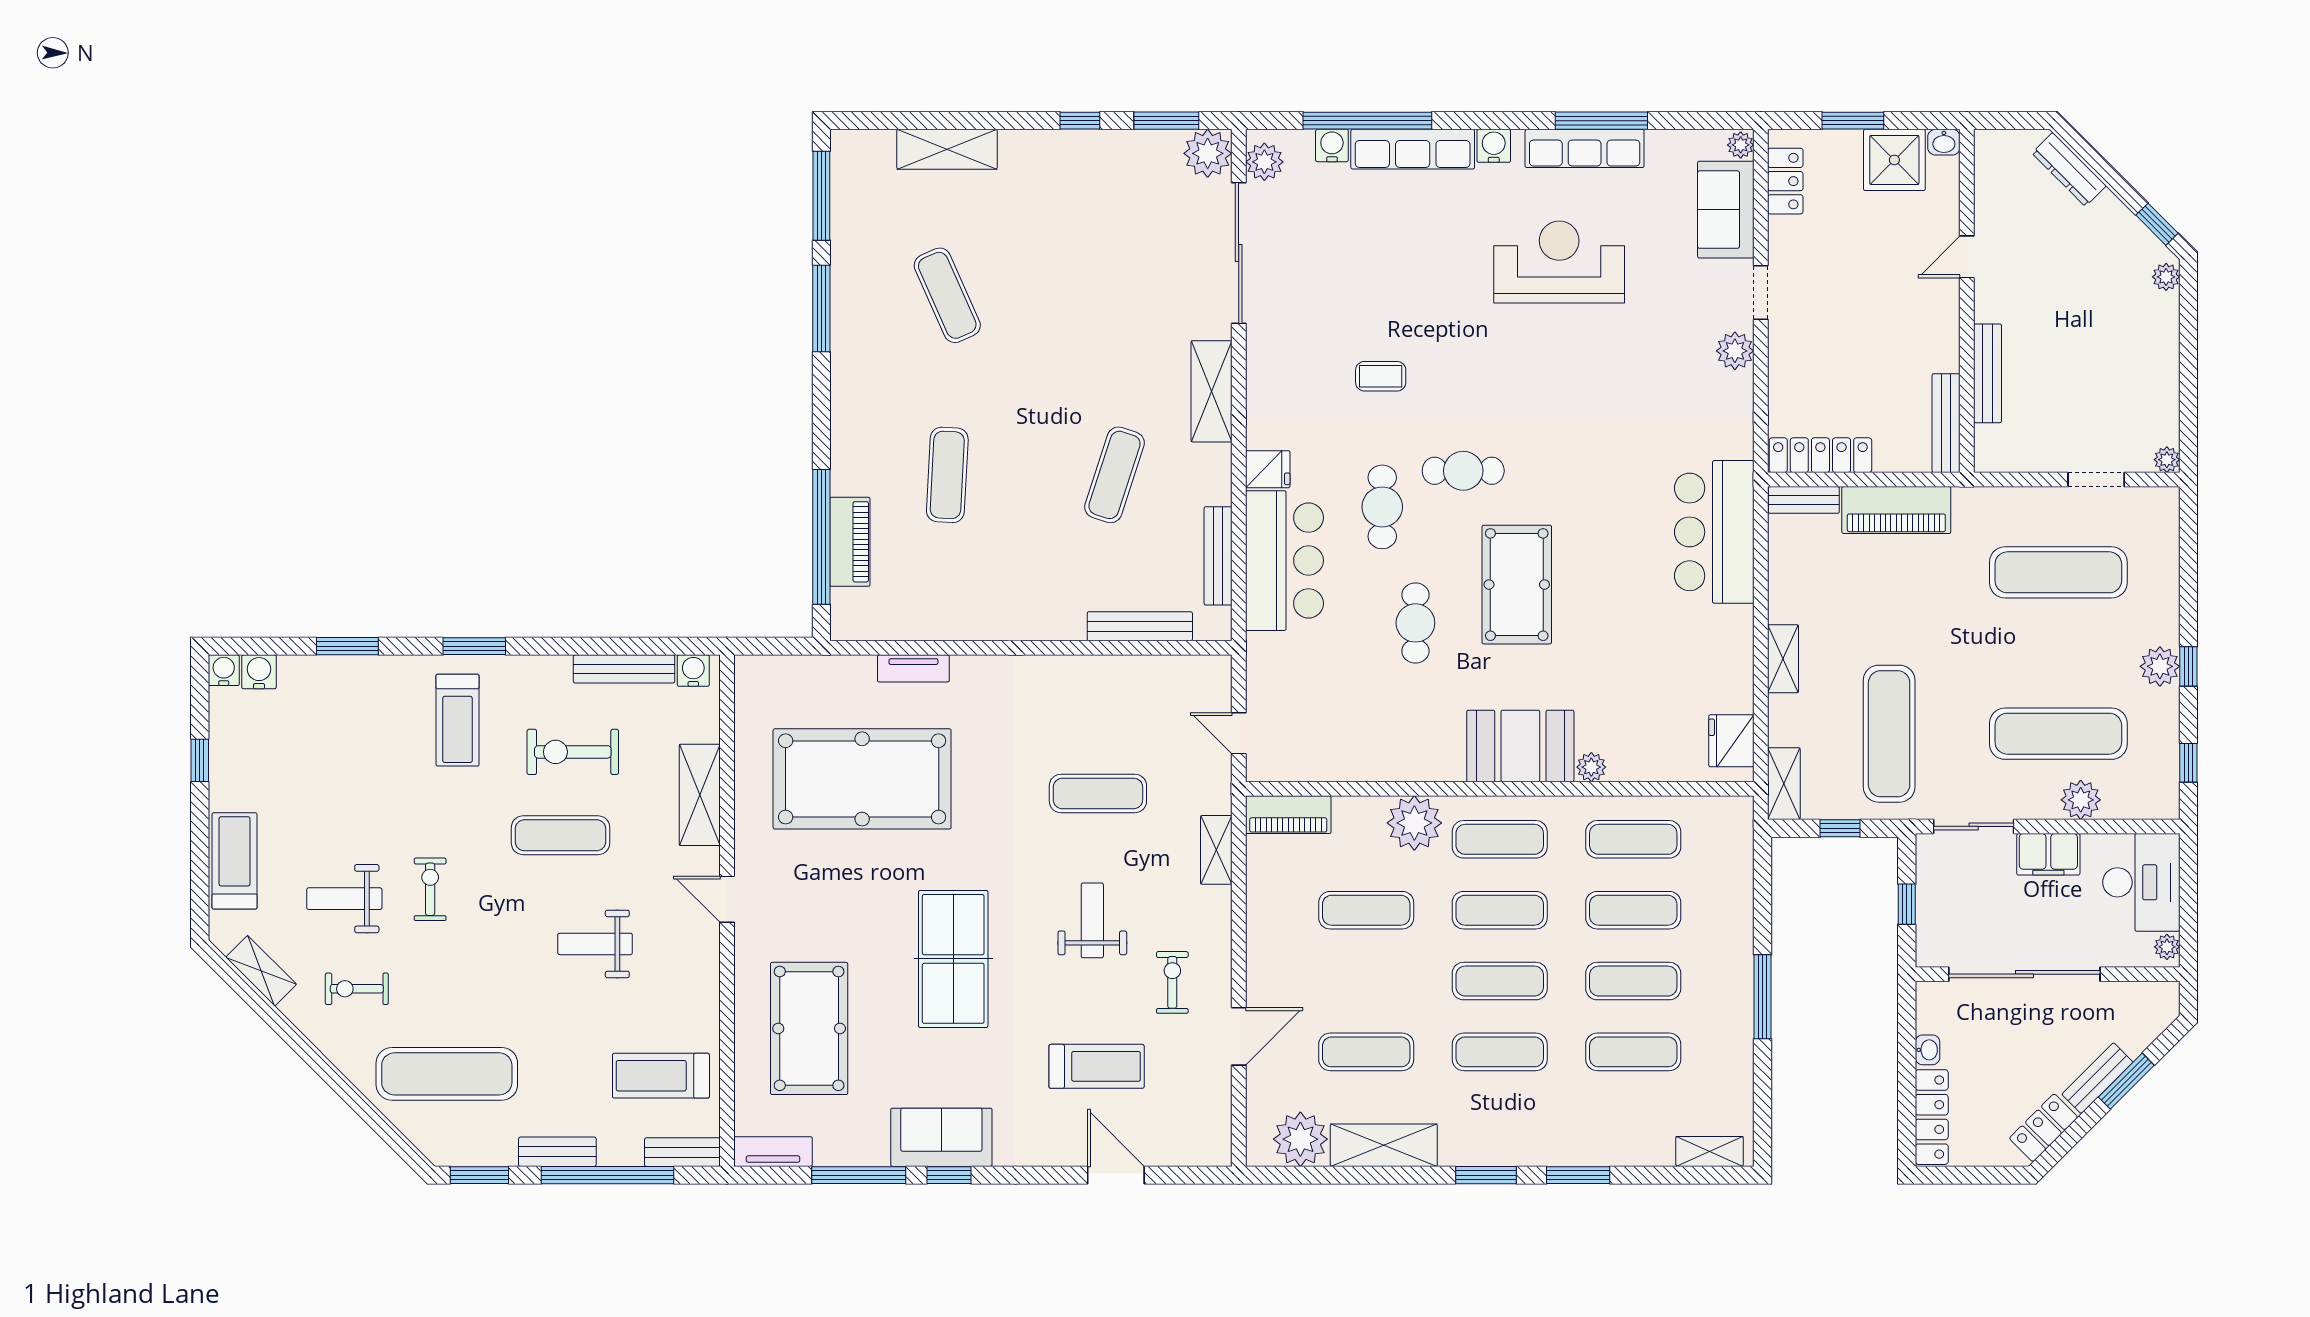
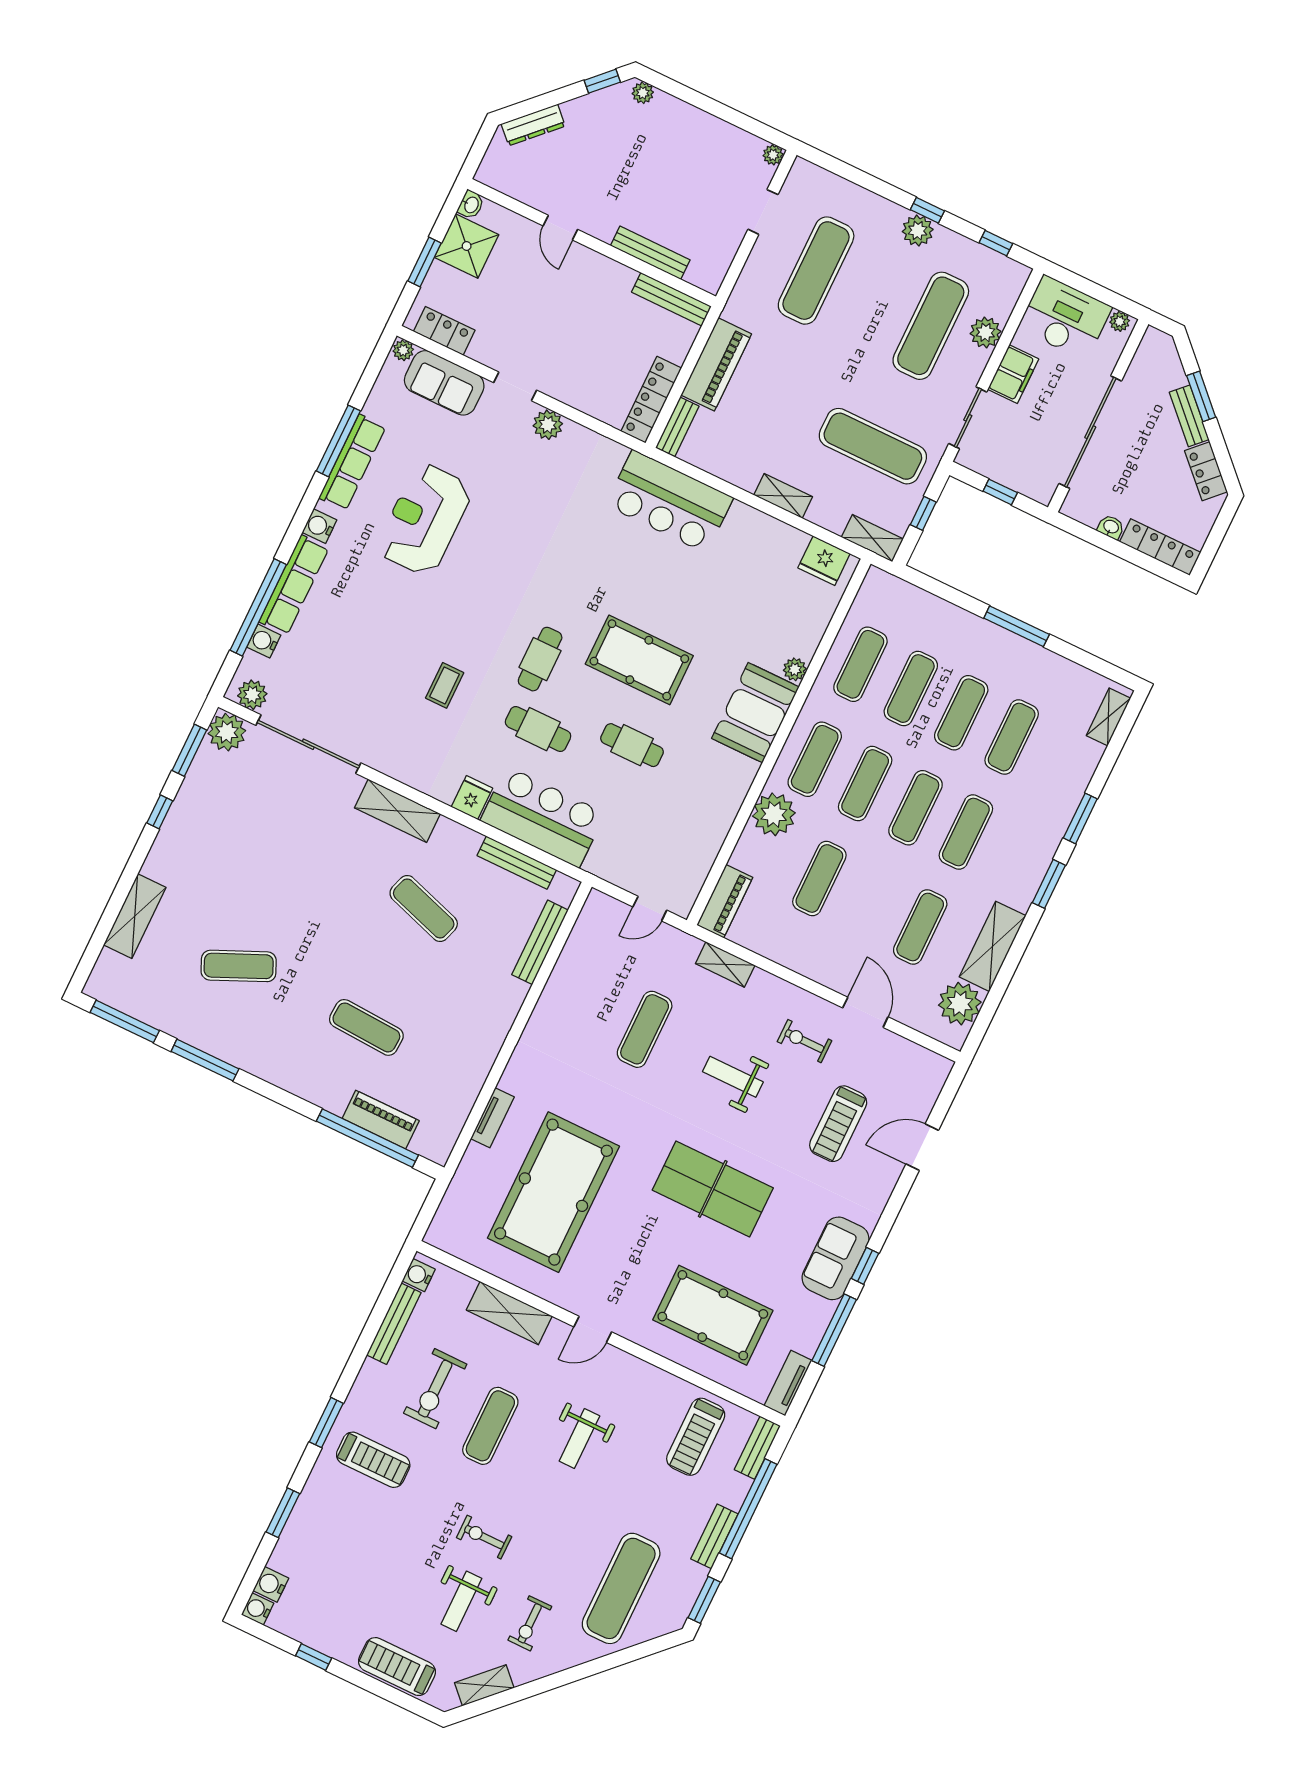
treadmill: (1097, 1066) -> (838, 1124), turned 180

